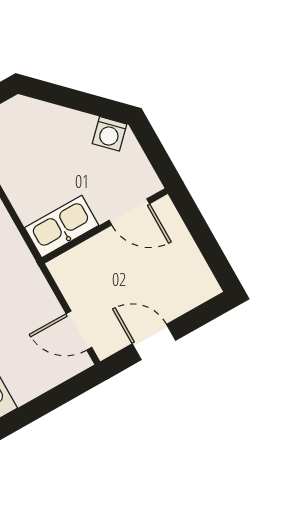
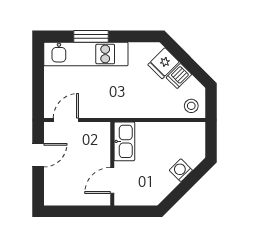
washing machine: (109, 134) -> (181, 170), moved

